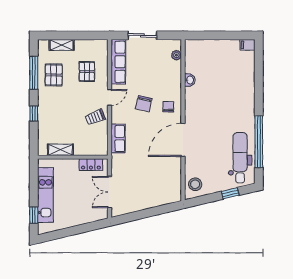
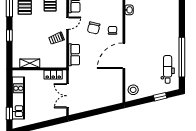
dental chair: (240, 158) -> (168, 69), width x0.73, depth x0.72

